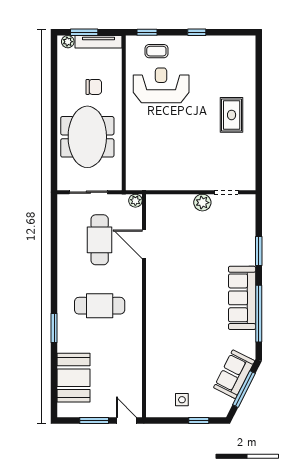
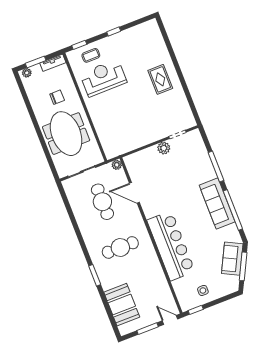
tv unit: (99, 42) -> (53, 63), width x0.71
window: (259, 251) -> (216, 166), width x1.44
bar counter: (164, 328) -> (171, 246), added
window: (199, 420) -> (196, 310), moved

